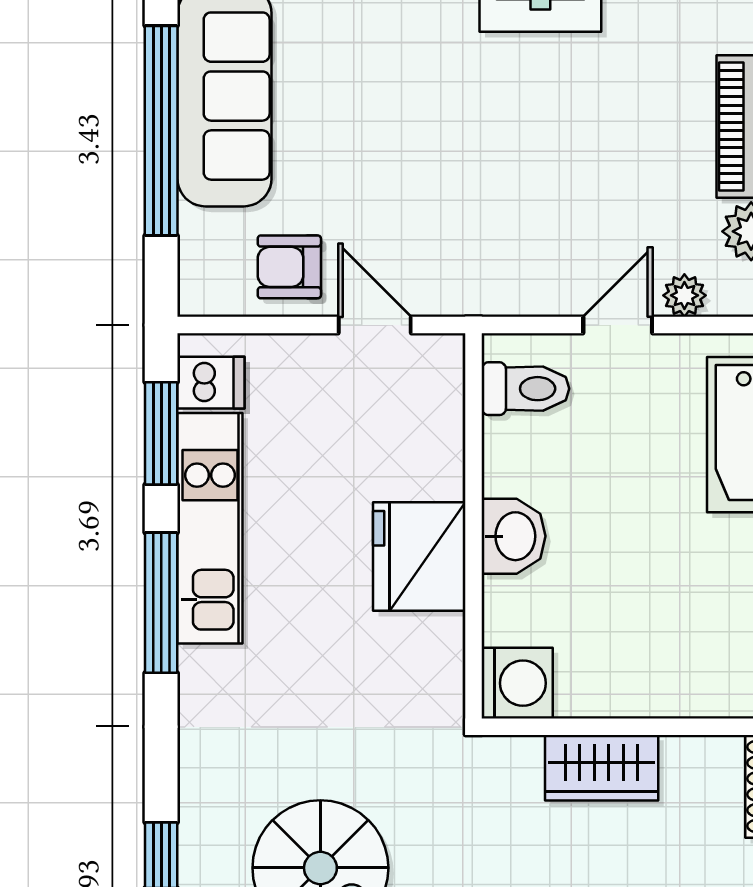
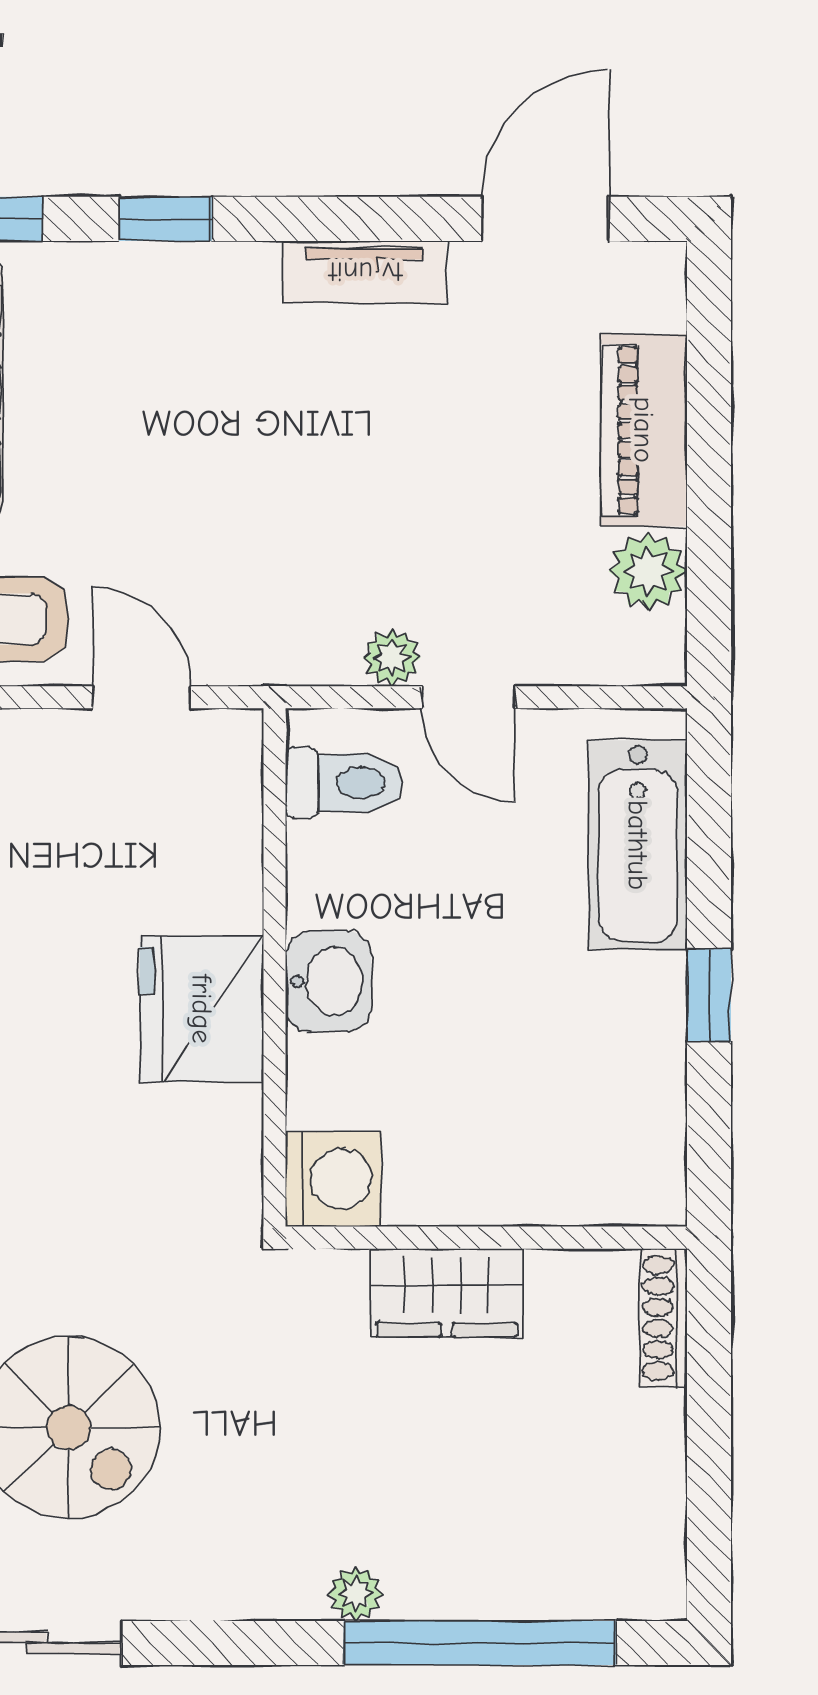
plant: (684, 295) -> (392, 658), moved
door: (618, 325) -> (469, 697), swing flipped

